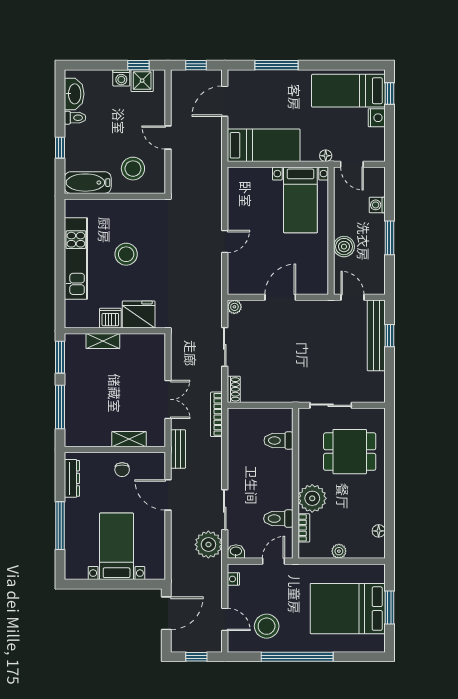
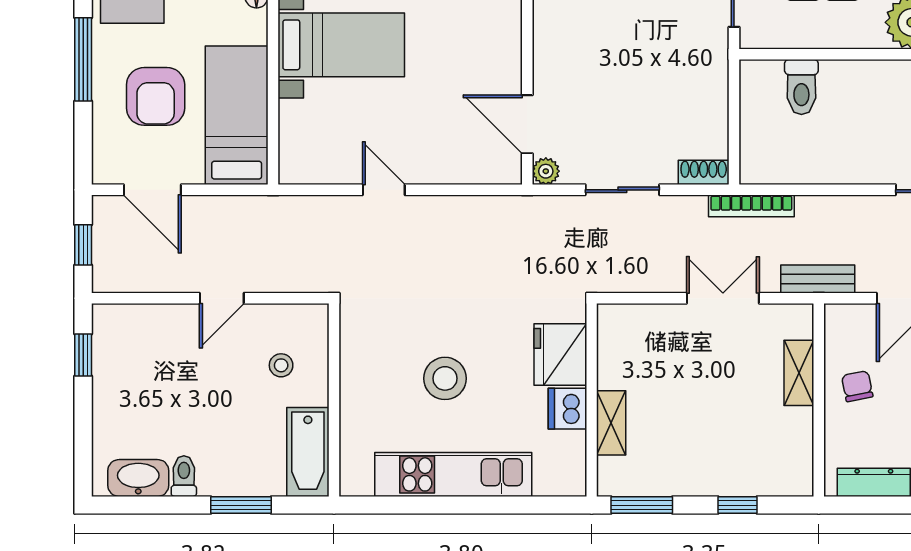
window: (277, 65) -> (83, 59), moved
washing machine: (121, 78) -> (108, 388), removed
shower: (142, 81) -> (113, 348), removed
armchair: (274, 103) -> (156, 96), added
window: (60, 148) -> (241, 505), width x1.50
stool: (133, 169) -> (281, 365), width x0.53, depth x0.53
door: (225, 241) -> (384, 190), moved
door: (280, 297) -> (527, 124), moved
window: (60, 407) -> (738, 505), width x0.46
chair: (122, 470) -> (857, 386), turned -101

